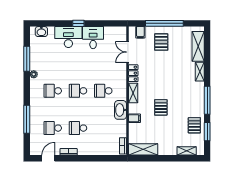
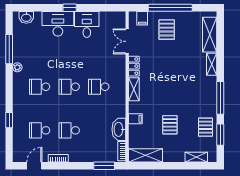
pallet: (161, 107) -> (170, 125), moved
washbasin: (120, 110) -> (119, 129), moved
window: (27, 119) -> (9, 120), width x0.46
window: (108, 158) -> (104, 166), added

